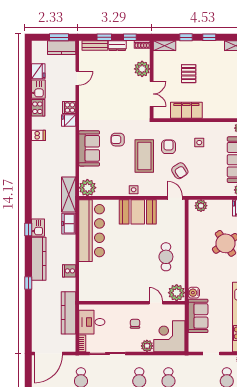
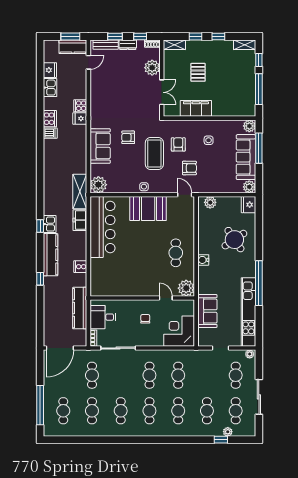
door: (77, 78) -> (88, 62), moved
cooker: (38, 108) -> (50, 119), moved
armchair: (180, 171) -> (189, 168), turned -57
water cooler: (194, 293) -> (203, 260), moved
plant: (147, 346) -> (157, 341), removed

